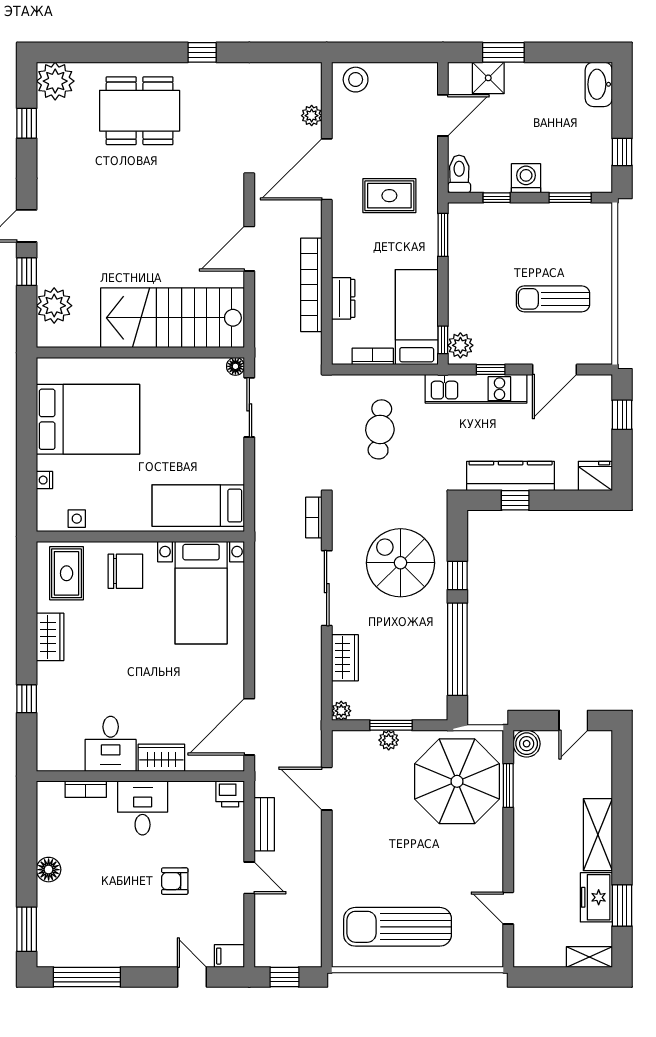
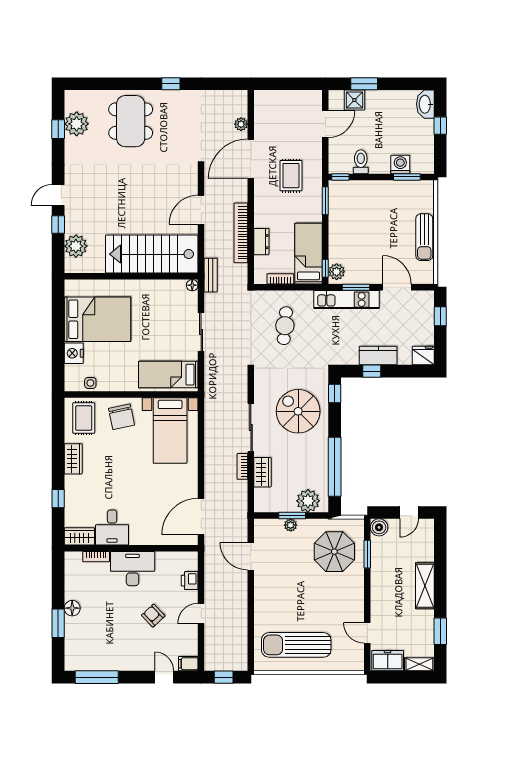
stool: (356, 80) -> (269, 101), removed
plant: (55, 81) -> (77, 124), moved
dining table: (140, 111) -> (131, 121), turned 90
window: (622, 152) -> (440, 126), moved
toilet: (459, 174) -> (361, 162), moved
washing machine: (526, 178) -> (400, 164), moved
rug: (389, 196) -> (291, 176), turned 90
window: (497, 198) -> (340, 177), moved
sun lounger: (553, 299) -> (424, 237), moved, turned -90
window: (491, 369) -> (356, 287), width x1.50
door: (554, 369) -> (397, 287), swing flipped
sliding door: (249, 407) -> (201, 332), moved
kitchen counter: (511, 476) -> (378, 356), width x0.67
nightstand: (44, 480) -> (74, 353), width x1.89, depth x1.79
bookcase: (314, 517) -> (242, 466), moved
chair: (125, 571) -> (122, 417), turned 78
window: (457, 575) -> (335, 393), moved
plant: (341, 711) -> (308, 501), moved, width x1.88, depth x1.88
wardrobe: (161, 758) -> (79, 536), moved
parasol: (457, 781) -> (334, 552), width x0.73, depth x0.73
printer: (230, 794) -> (190, 581), moved, turned 90
desk: (143, 808) -> (133, 569), width x1.37
bench: (264, 824) -> (211, 275), moved
door: (249, 878) -> (201, 614), swing flipped
armchair: (175, 881) -> (153, 616), turned 47
freezer: (596, 897) -> (388, 661), moved, turned 90
window: (27, 929) -> (58, 623), moved

